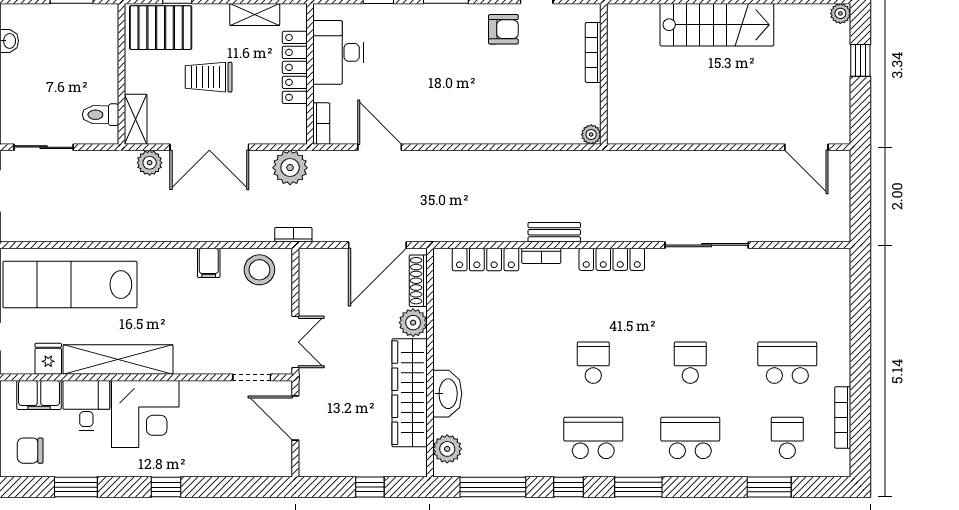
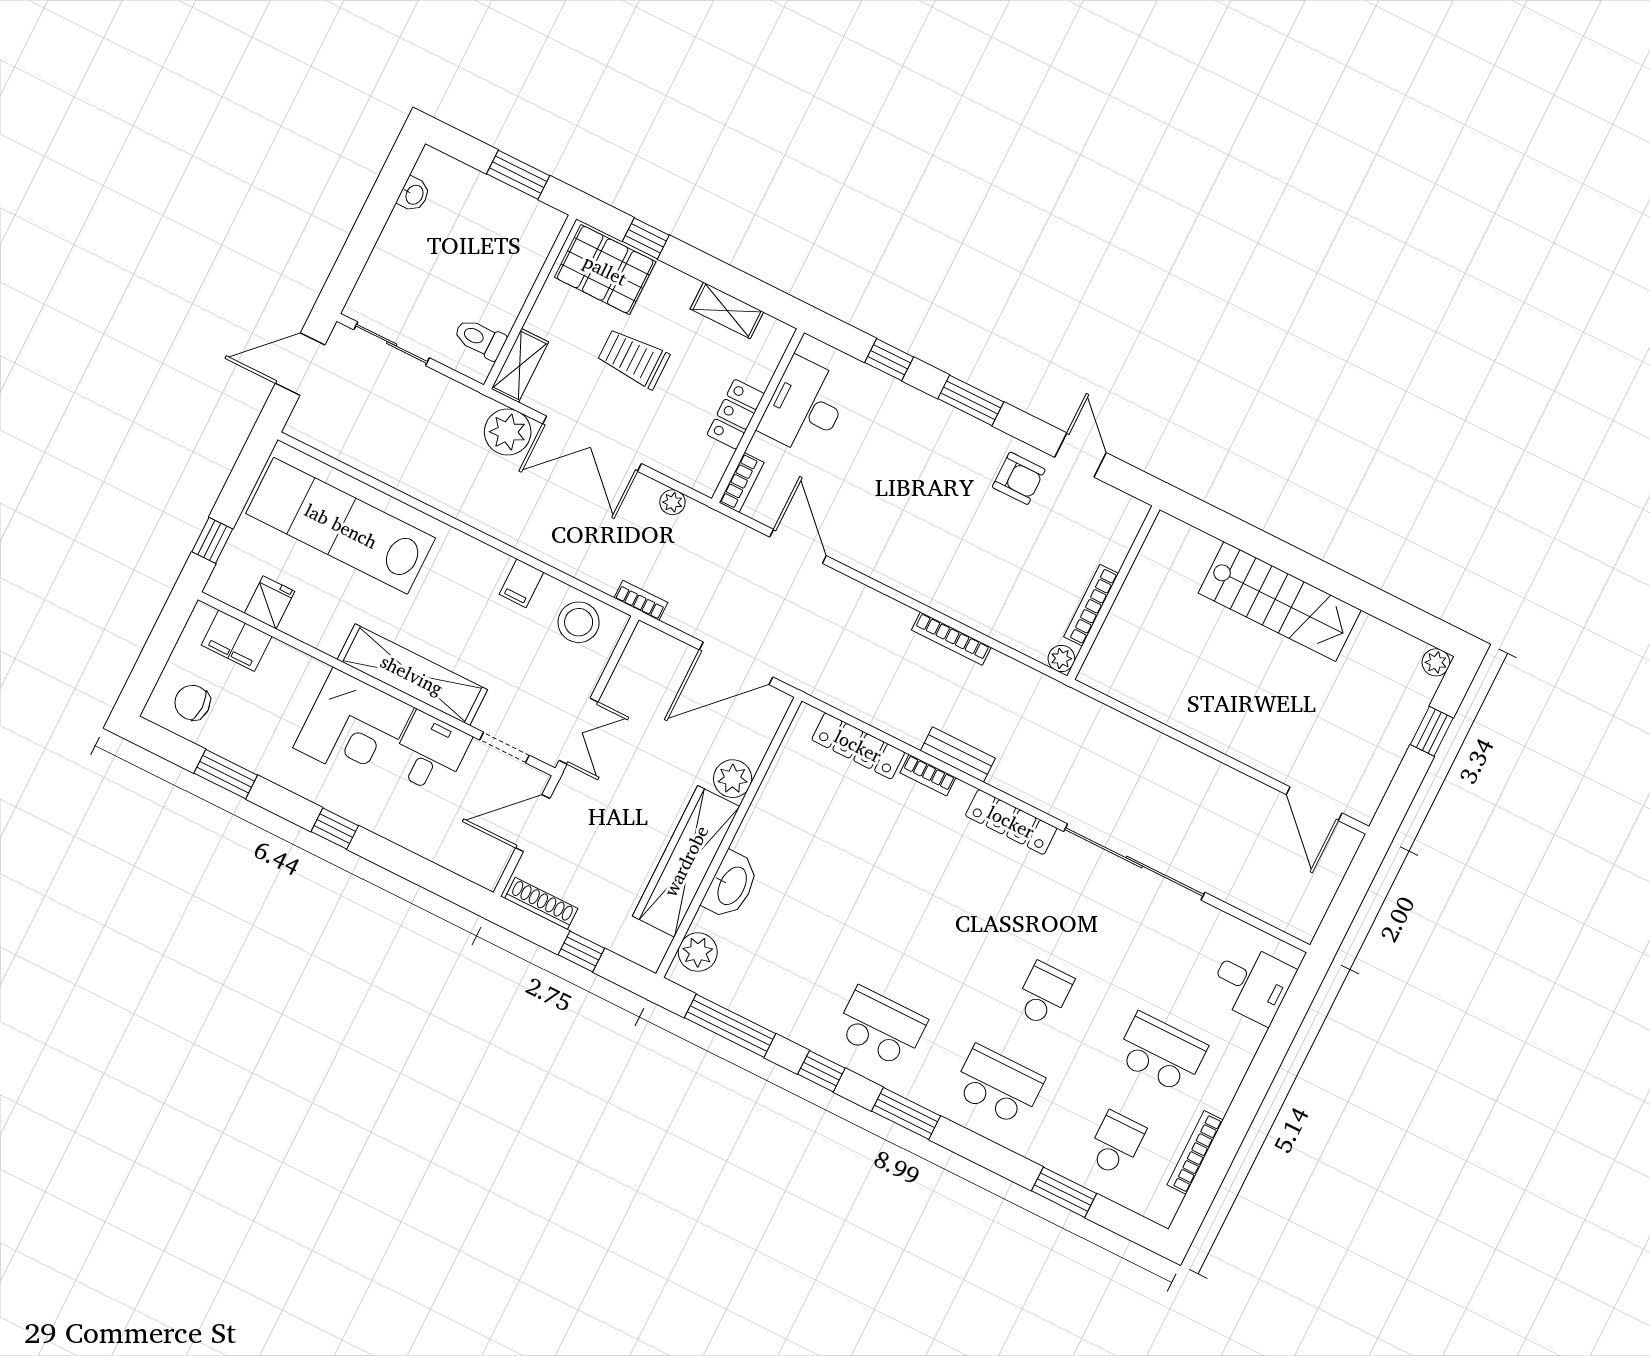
bookcase: (593, 52) -> (1091, 605), moved
locker: (295, 67) -> (736, 414), width x0.66
bookcase: (512, 158) -> (951, 639), added
plant: (150, 163) -> (508, 432), width x1.36, depth x1.36
plant: (290, 168) -> (672, 502), width x0.53, depth x0.53
sliding door: (707, 245) -> (1134, 862), width x1.36
shoe rack: (418, 281) -> (541, 903), moved, turned 90
desk: (824, 287) -> (1252, 983), added
shelving: (118, 359) -> (412, 675), moved
school desk: (593, 363) -> (926, 936), removed
desk: (86, 405) -> (430, 753), moved
door: (295, 418) -> (533, 823), hinge flipped

